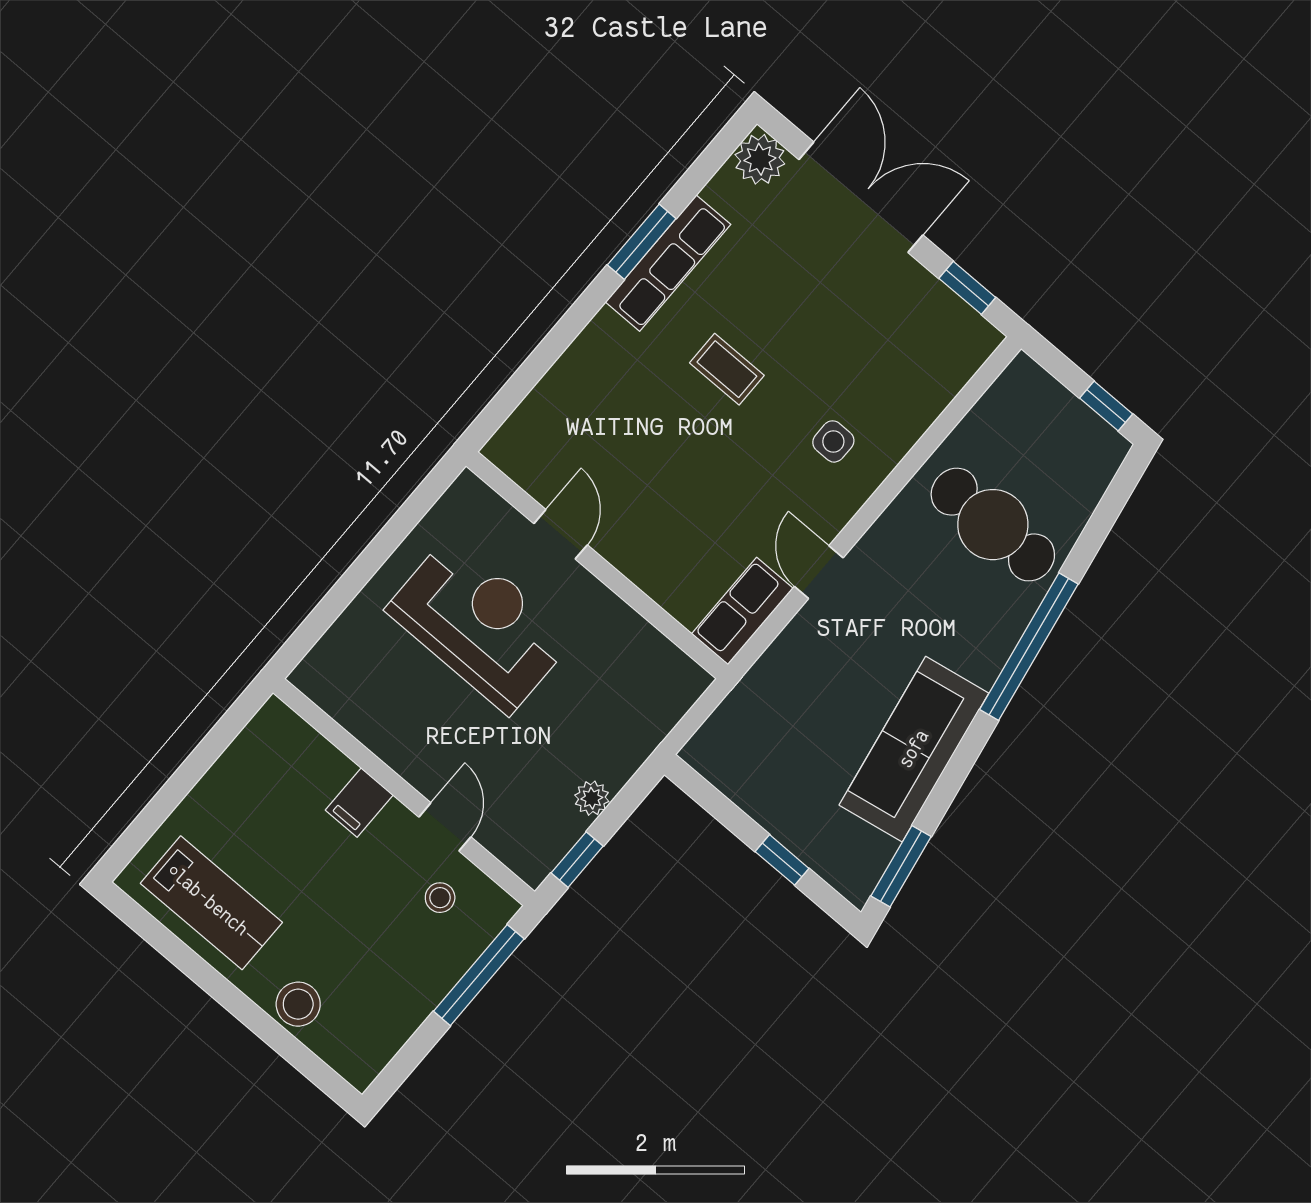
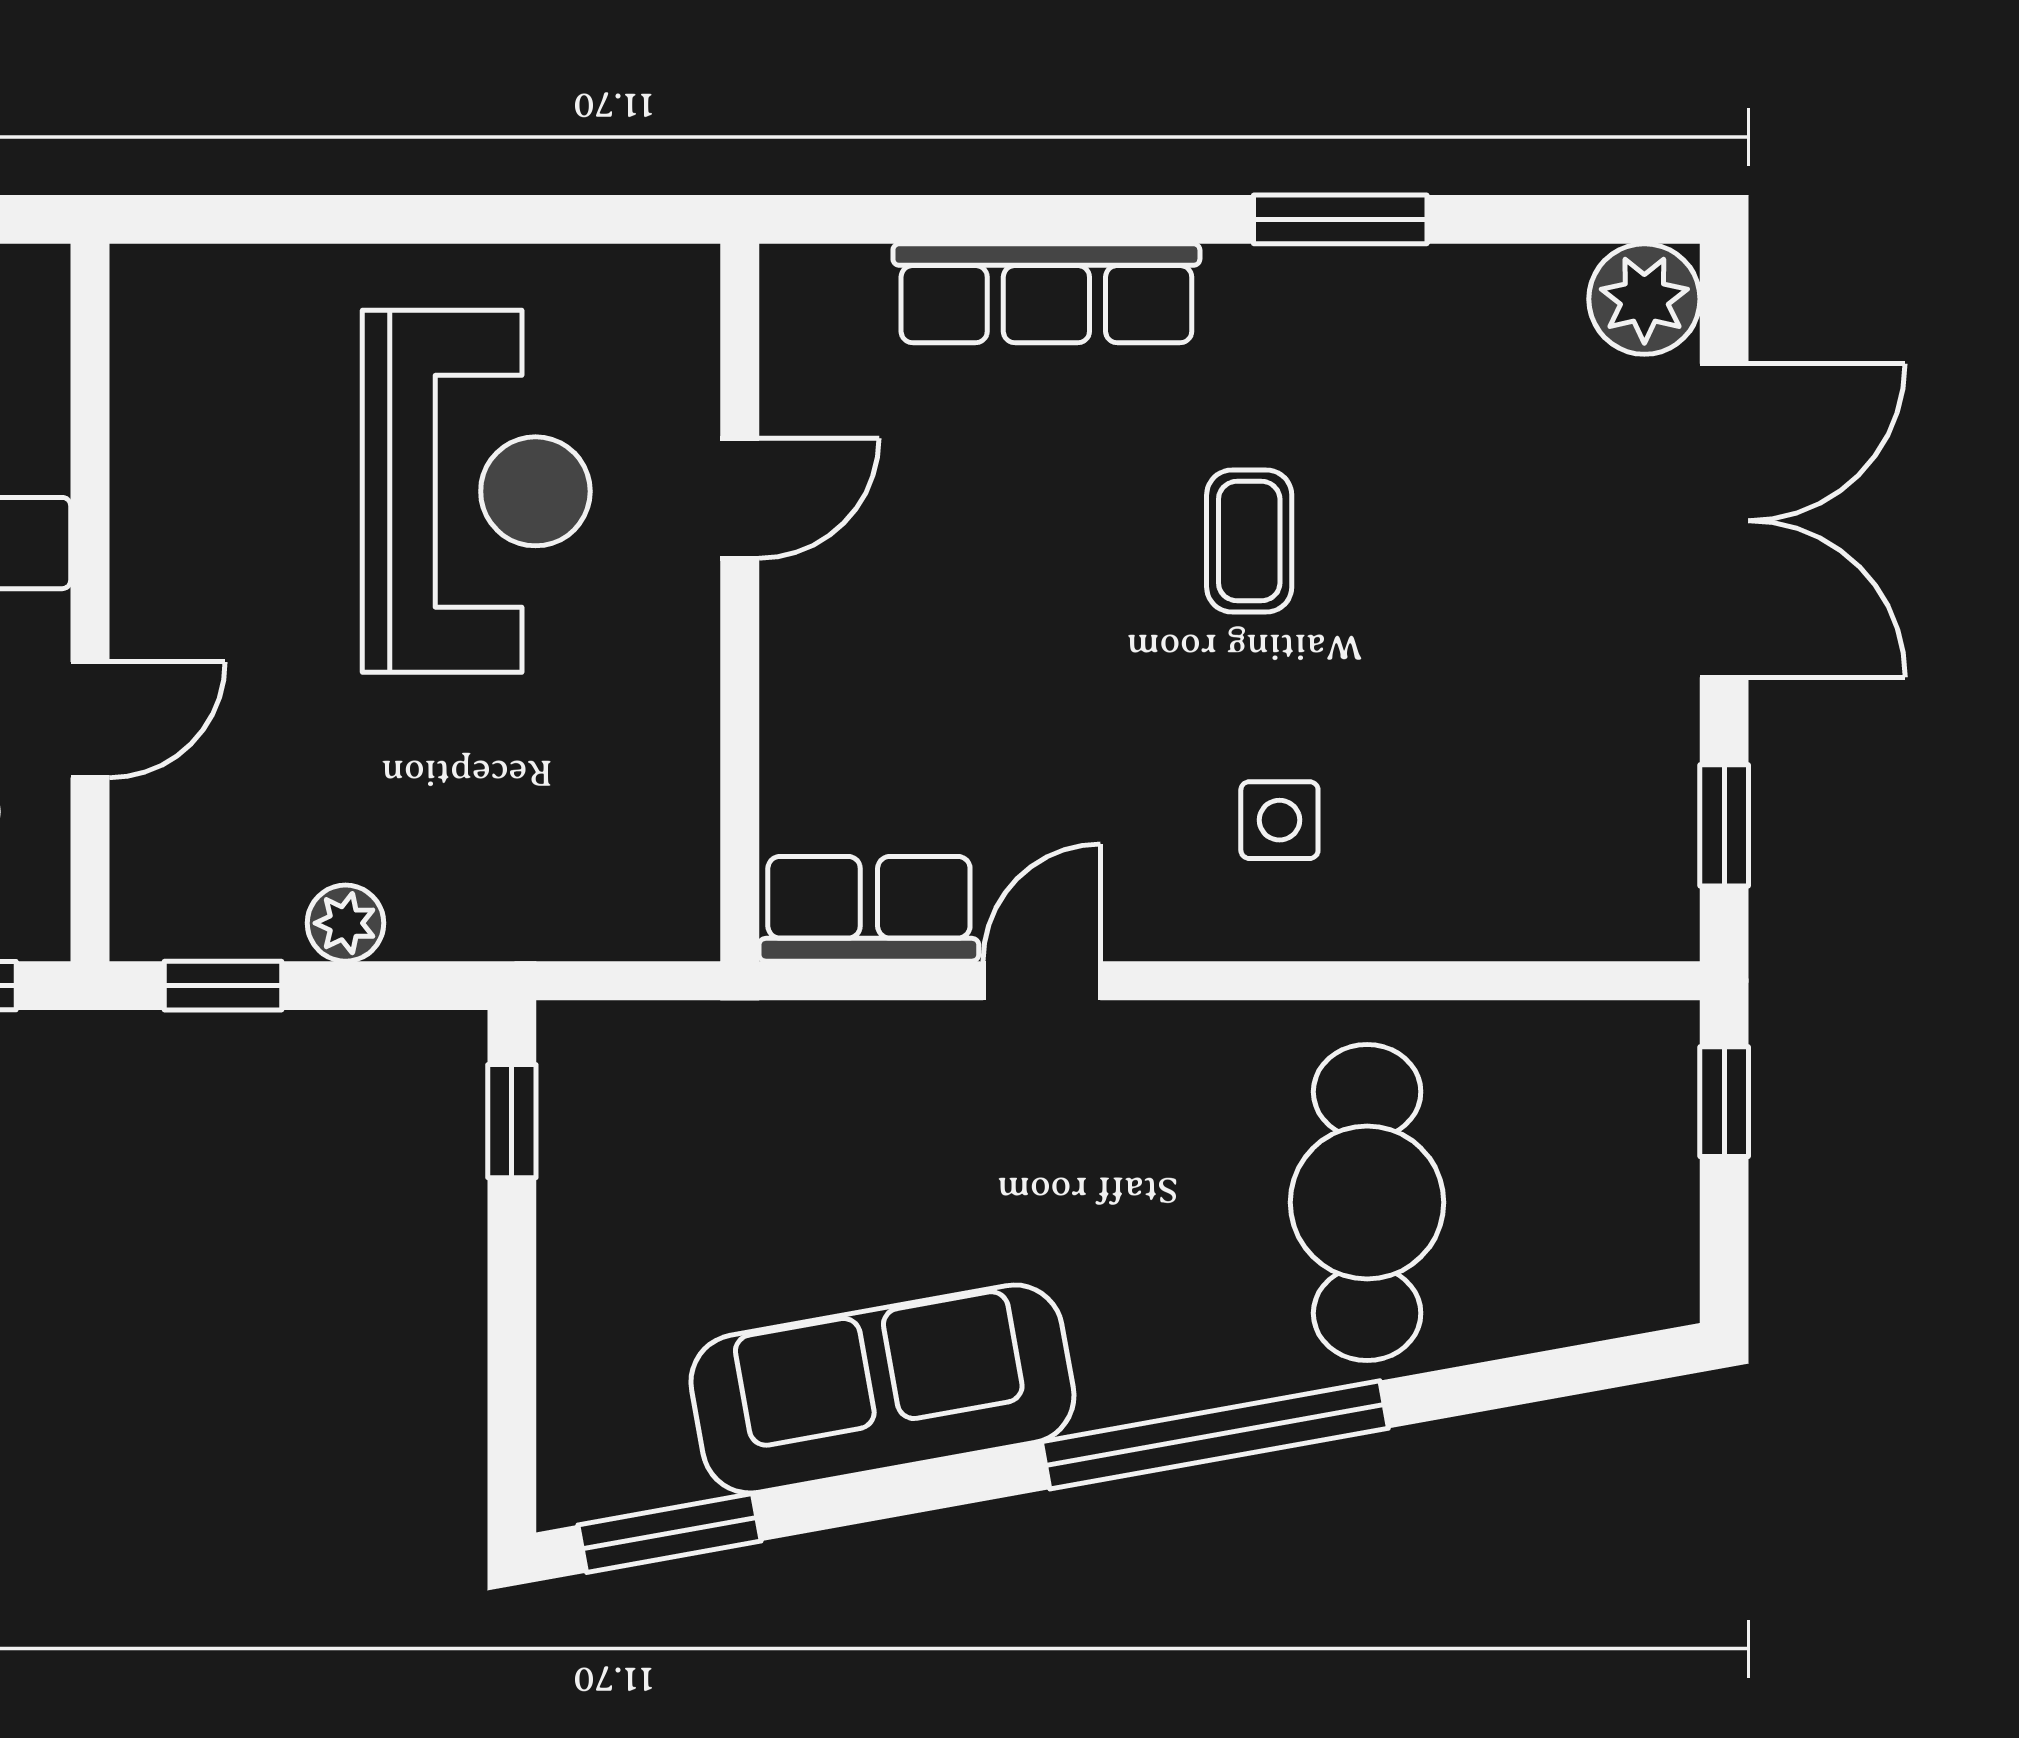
row of seats: (668, 263) -> (1046, 293), moved
window: (1106, 406) -> (1724, 1102), moved
window: (782, 860) -> (512, 1121), moved

